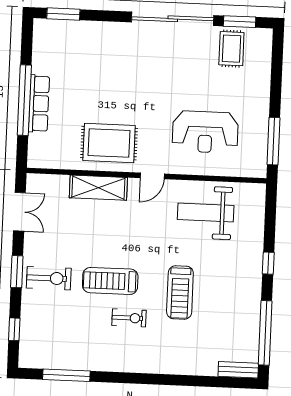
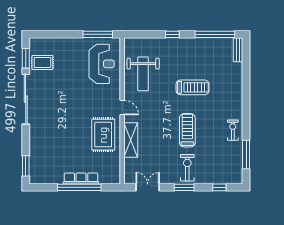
reception desk: (205, 132) -> (102, 64), moved
treadmill: (110, 281) -> (187, 130), turned 180
exercise bike: (129, 318) -> (233, 130), moved

